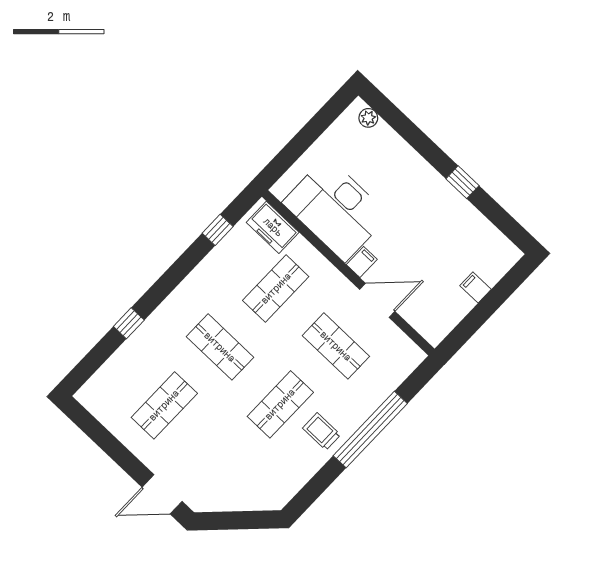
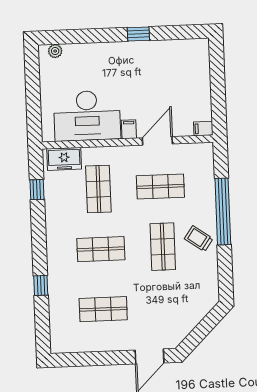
filing cabinet: (476, 287) -> (203, 129), moved
shop shelf: (164, 405) -> (103, 309), turned 90
trolley: (322, 431) -> (199, 239), turned 35

